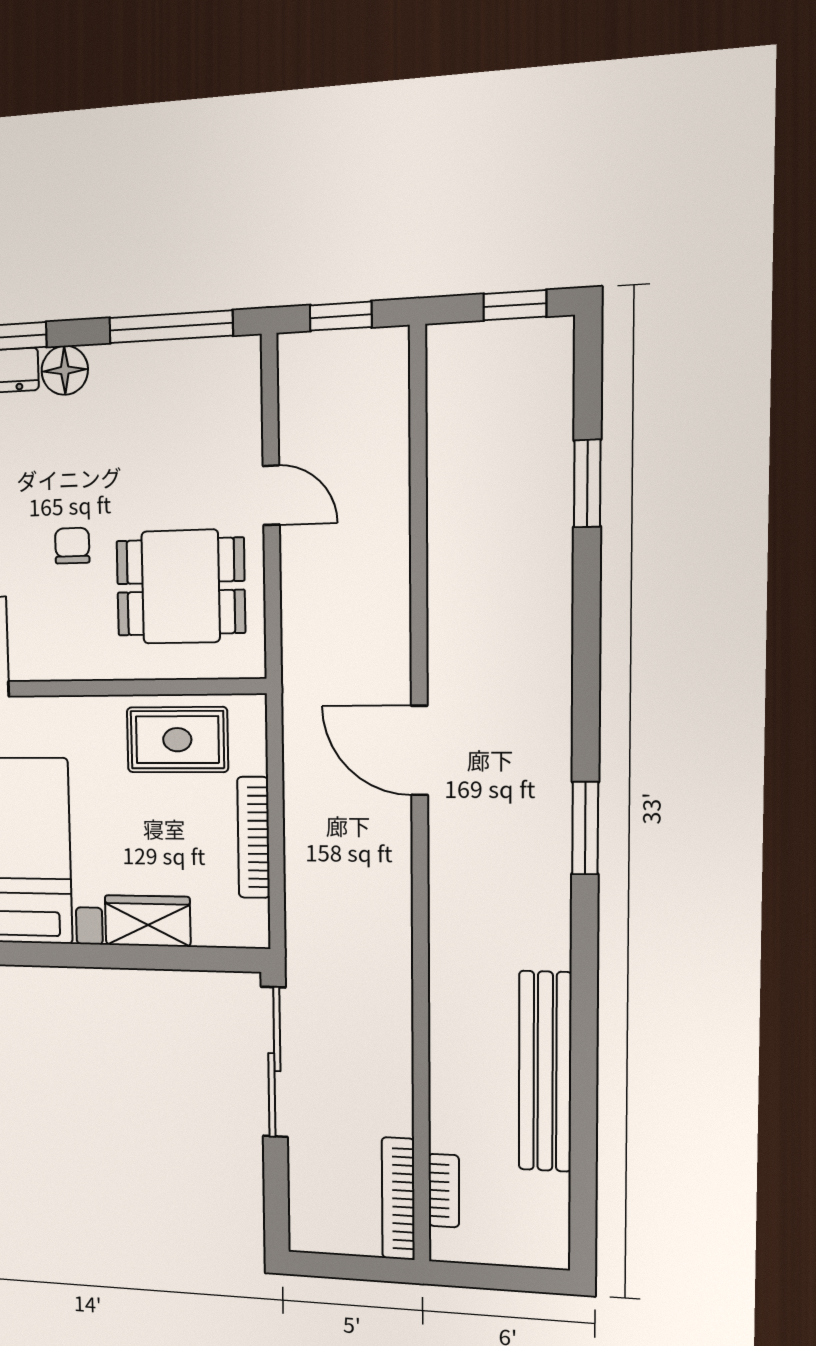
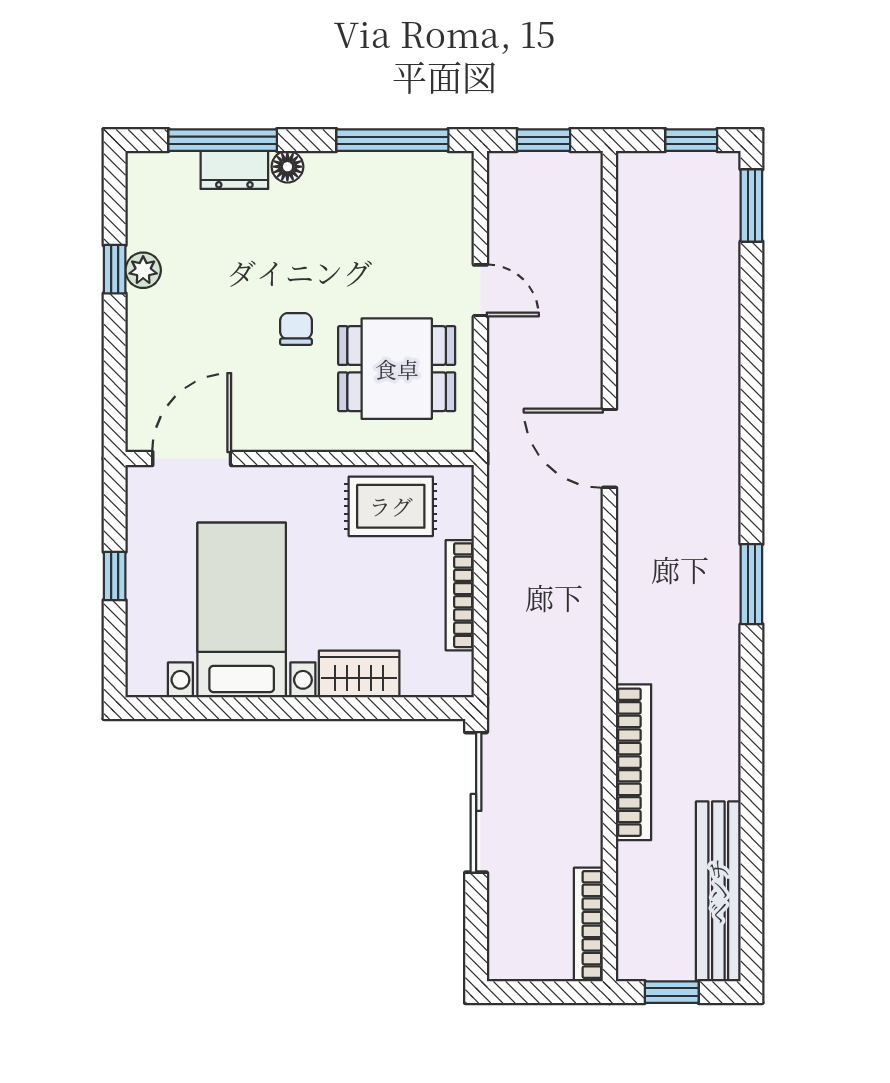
floor lamp: (65, 370) -> (287, 167), width x0.73, depth x0.73
window: (587, 483) -> (751, 205), moved
door: (419, 750) -> (609, 448), moved
bench: (545, 1071) -> (718, 891), moved
bookcase: (444, 1191) -> (634, 762), moved, width x2.31, depth x1.31
window: (491, 1277) -> (672, 992), added

